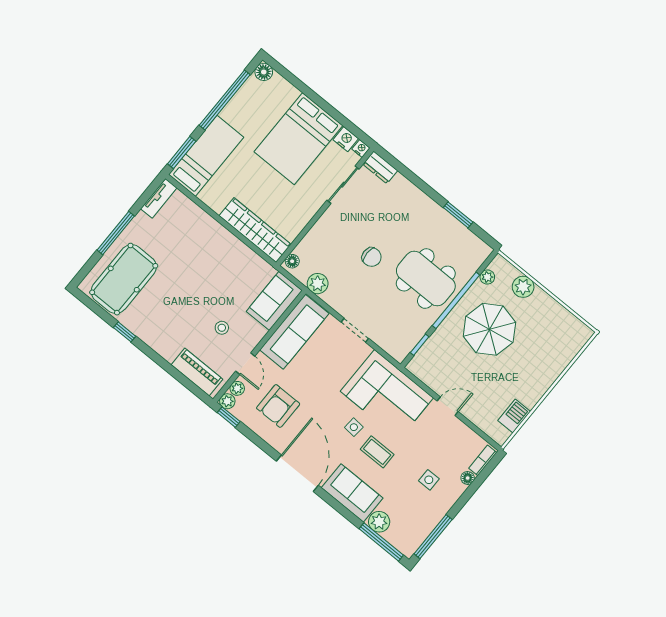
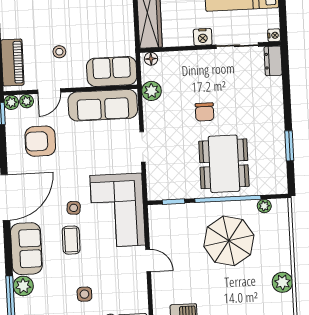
nightstand: (346, 139) -> (203, 37), moved, turned 90
plant: (523, 287) -> (282, 282), moved

